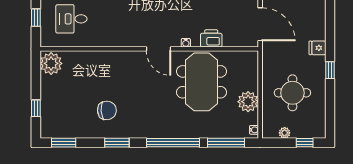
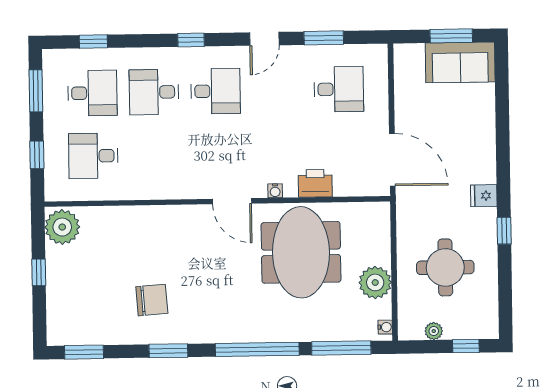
window: (36, 108) -> (39, 272), moved

